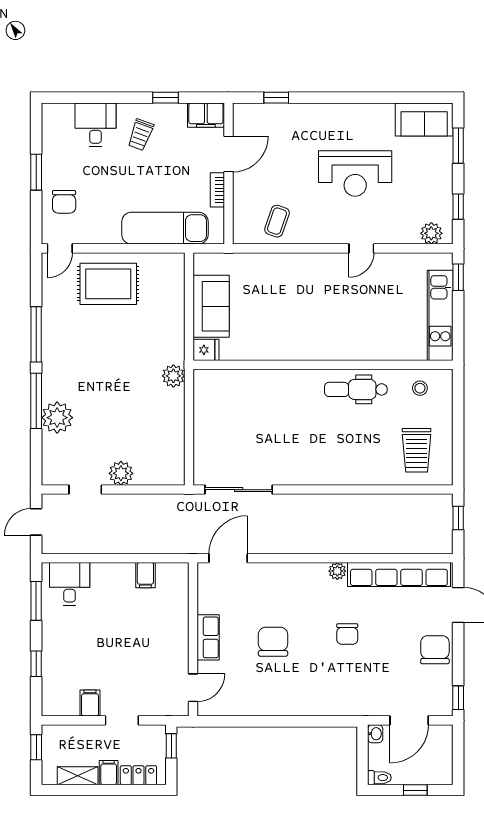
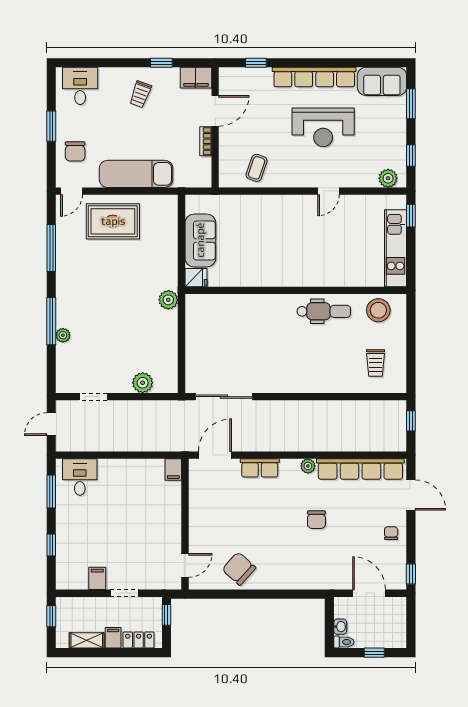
row of seats: (345, 114) -> (314, 77), added
desk: (95, 125) -> (80, 86), moved
exam couch: (165, 228) -> (136, 174), moved
window: (36, 334) -> (51, 248), moved
stool: (420, 388) -> (378, 310), width x1.89, depth x1.89
dental chair: (356, 389) -> (324, 311), turned 180
plant: (57, 418) -> (63, 335), width x0.53, depth x0.53
trolley: (417, 450) -> (375, 363), width x0.73, depth x0.72
plant: (121, 473) -> (143, 383), moved
filing cabinet: (145, 575) -> (173, 469), moved
row of seats: (208, 637) -> (260, 468), moved, turned 90
chair: (273, 642) -> (239, 569), moved, turned -48
chair: (435, 650) -> (391, 533), width x0.54, depth x0.54
door: (409, 720) -> (369, 593), swing flipped
washbasin: (375, 734) -> (340, 627), moved

